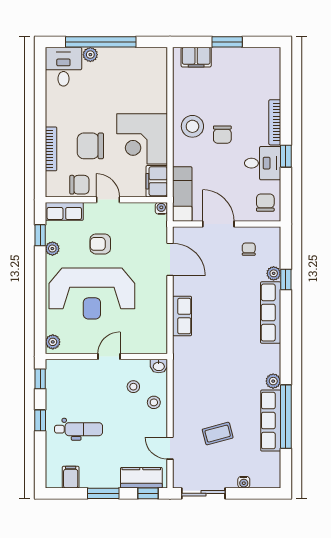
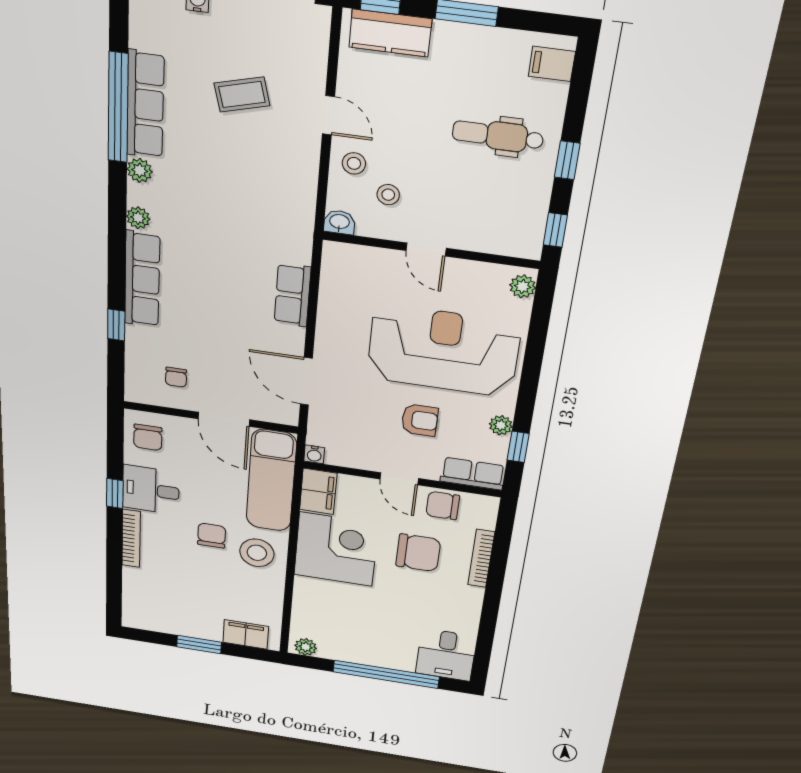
plant: (90, 55) -> (306, 647), moved
exam couch: (182, 194) -> (271, 481), width x1.36, depth x1.45
plant: (274, 273) -> (138, 218), moved
door: (109, 357) -> (426, 249), hinge flipped
door: (170, 448) -> (328, 115), moved
filing cabinet: (71, 477) -> (552, 64), moved, turned 90

